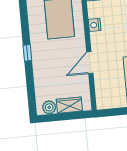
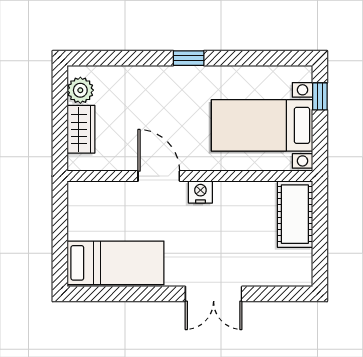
nightstand: (95, 25) -> (200, 192), moved

